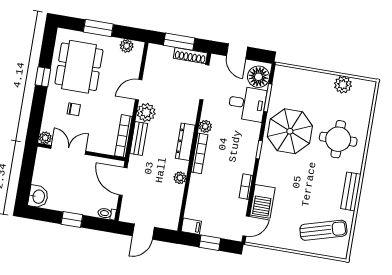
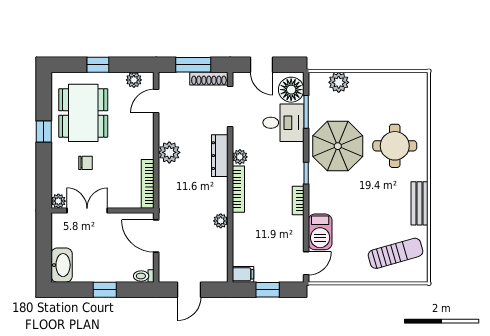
window: (98, 28) -> (98, 65), width x0.67
plant: (343, 85) -> (339, 82), moved
door: (139, 90) -> (156, 101), moved
bench: (139, 138) -> (166, 184), removed
dresser: (185, 142) -> (220, 156), moved
bookcase: (246, 187) -> (298, 201), moved
washbasin: (38, 197) -> (62, 265), width x1.38

